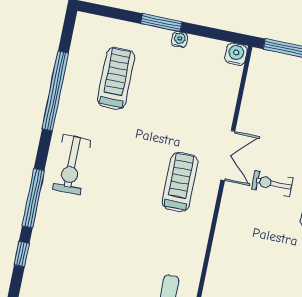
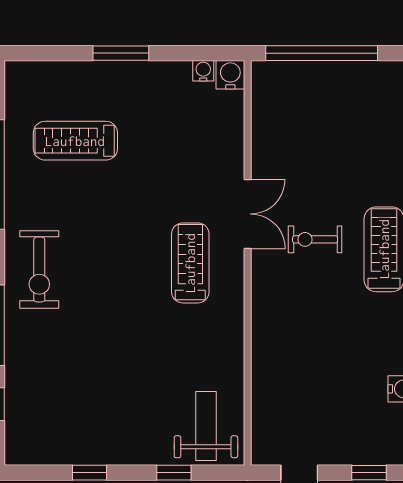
water cooler: (180, 40) -> (203, 71), moved
treadmill: (116, 78) -> (75, 141), turned -90

